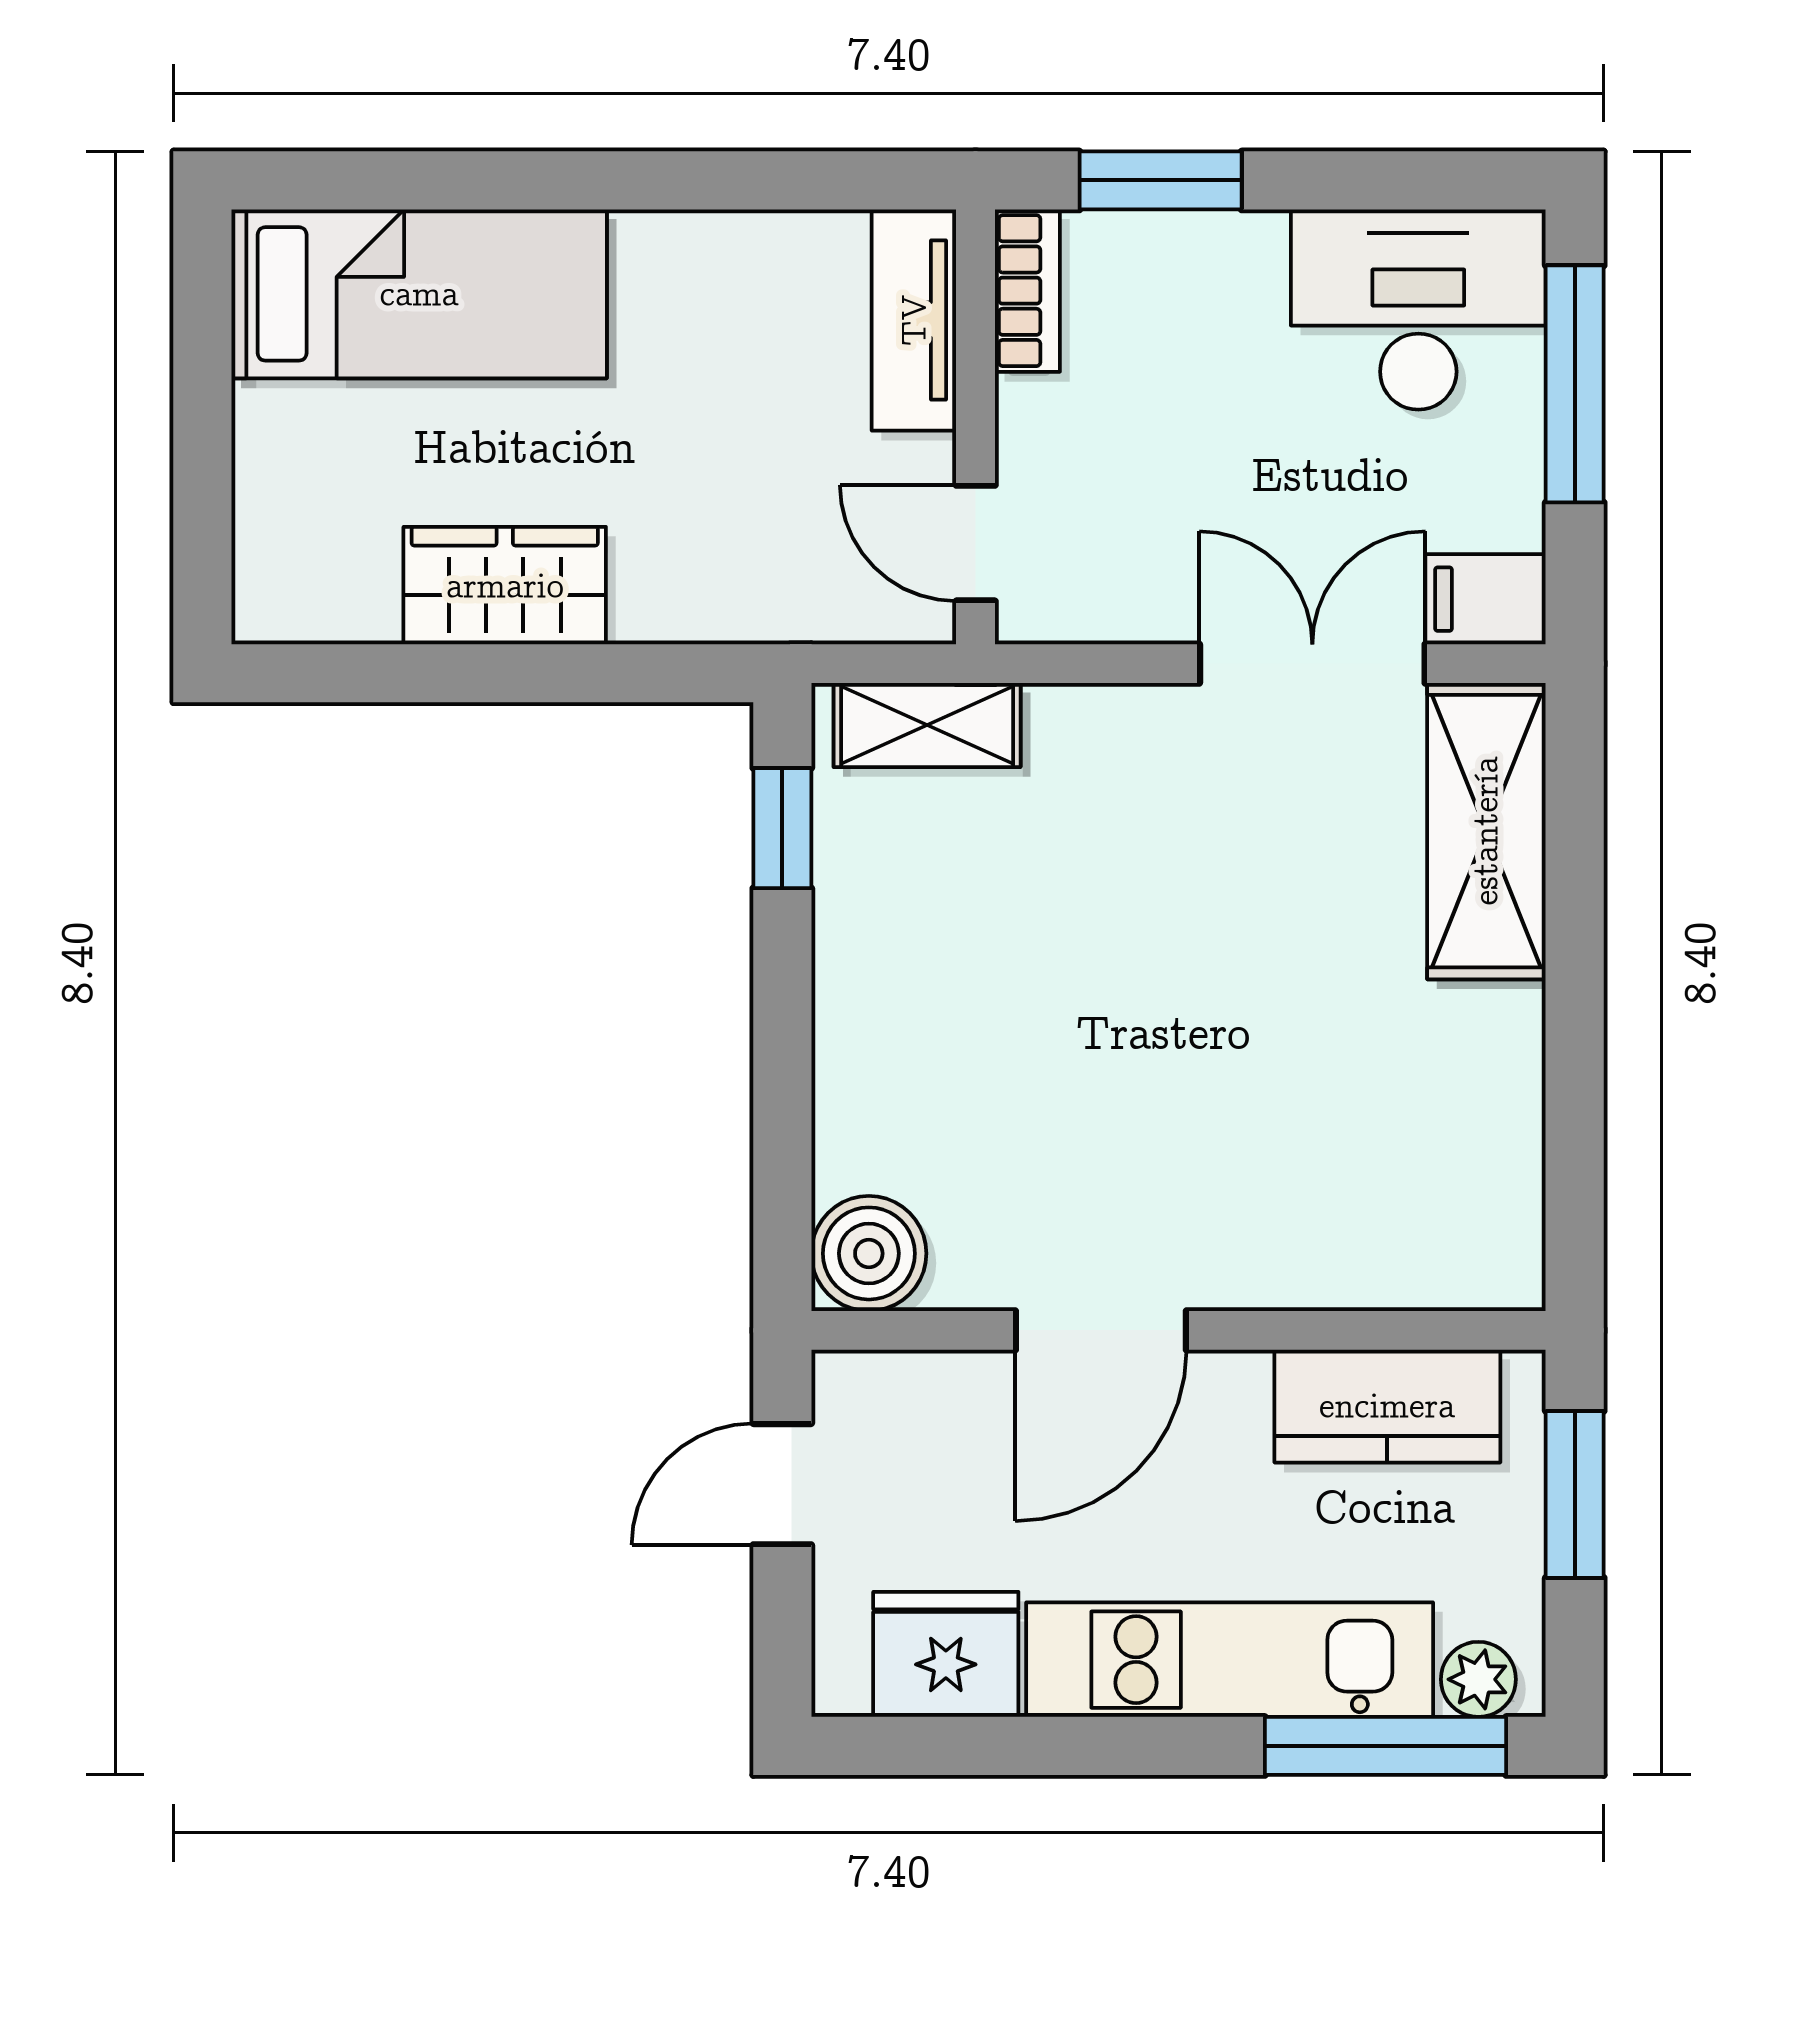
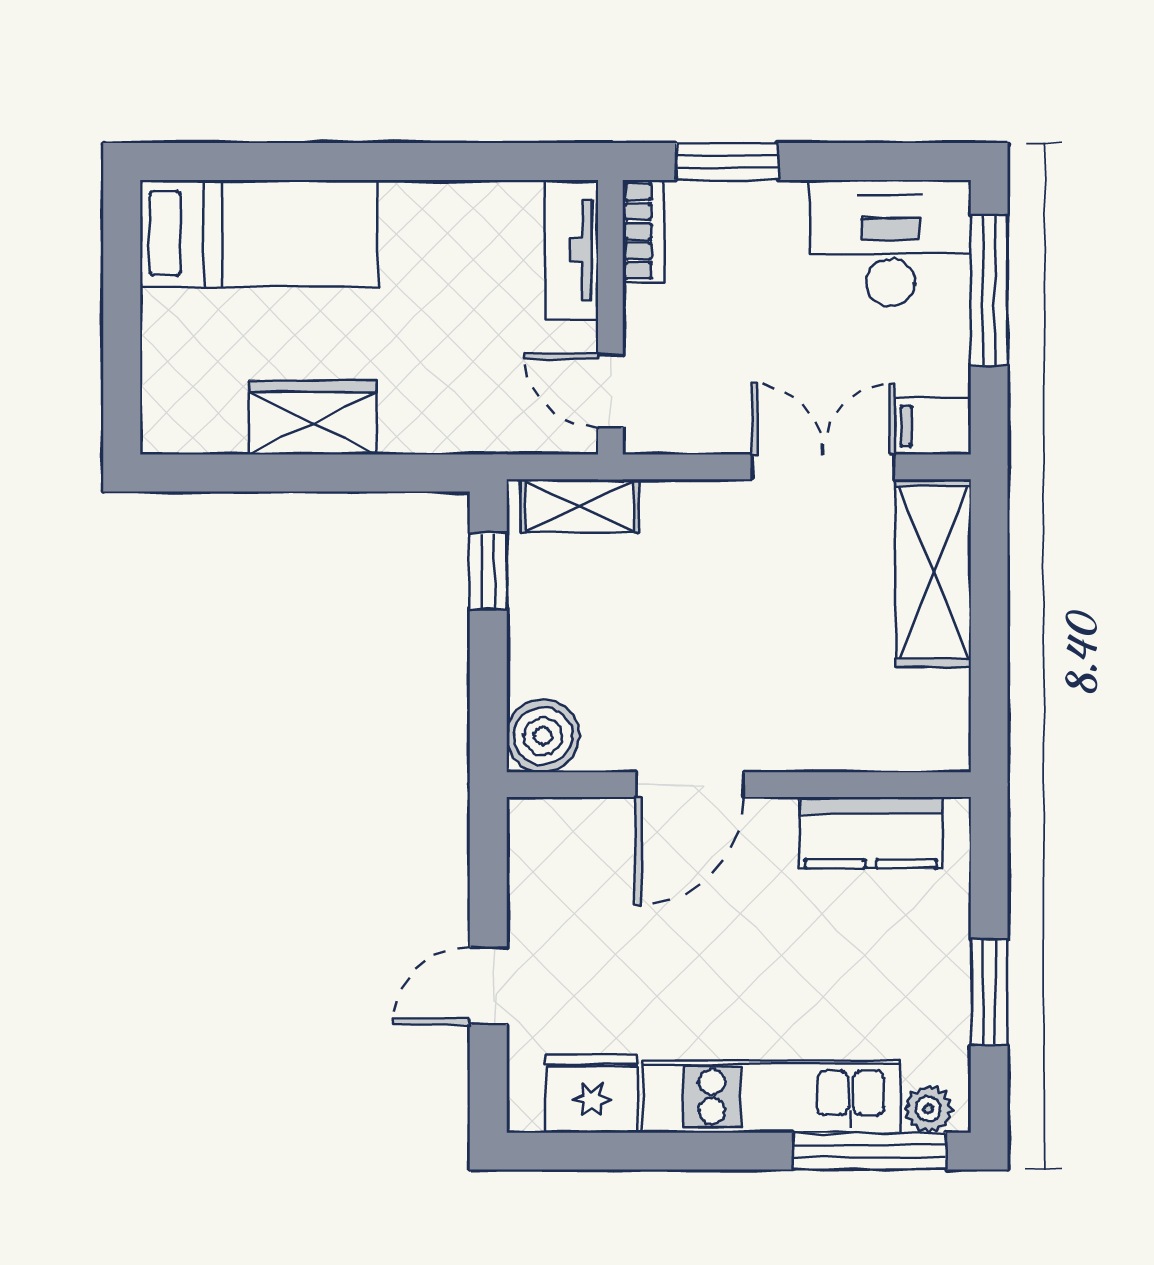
boiler: (869, 1253) -> (543, 736), moved
door: (1101, 1330) -> (690, 785), moved
wall: (1179, 1330) -> (739, 785), moved
kitchen counter: (1387, 1406) -> (871, 832), moved

